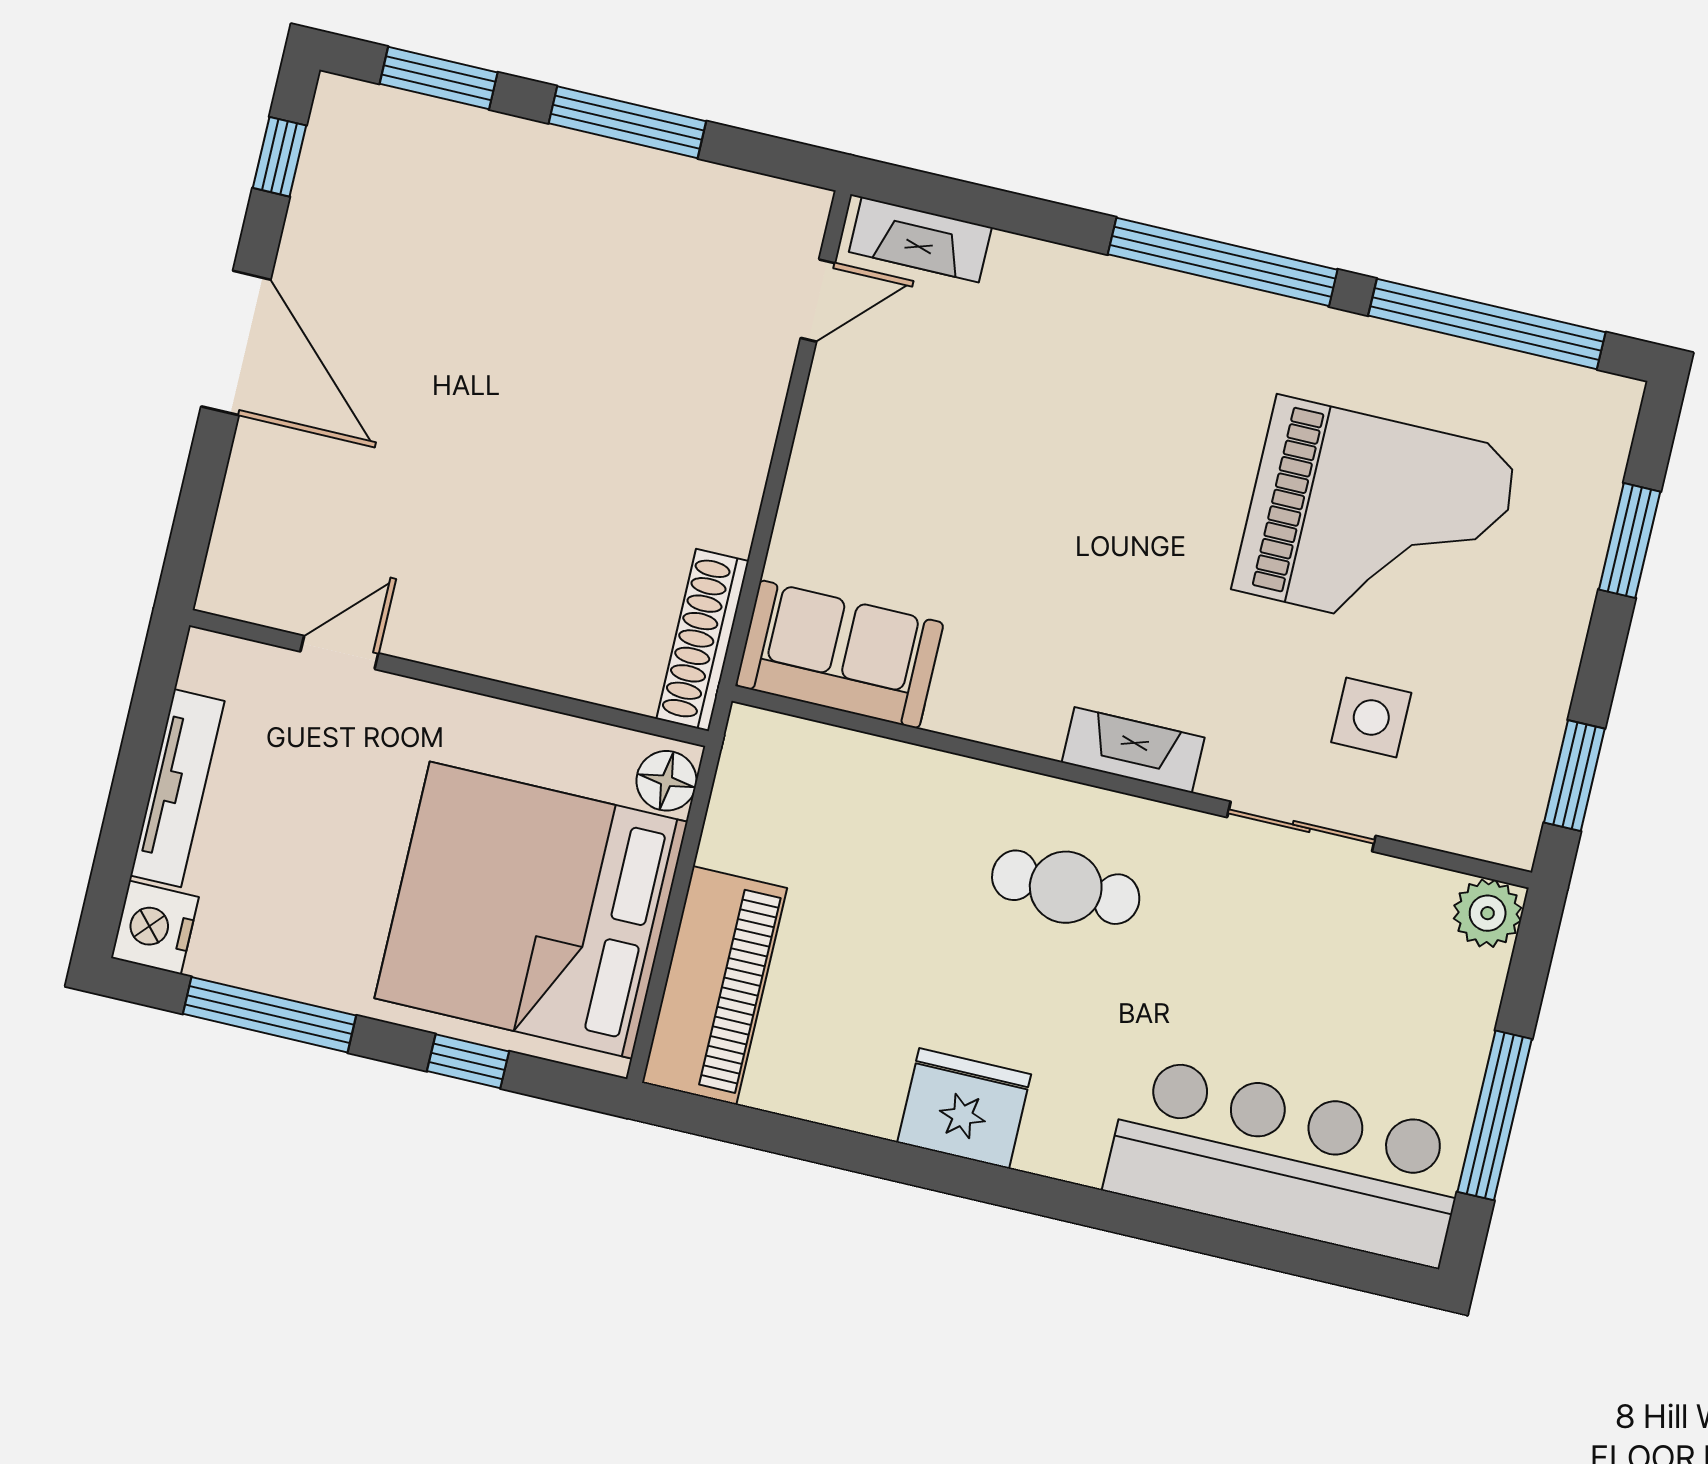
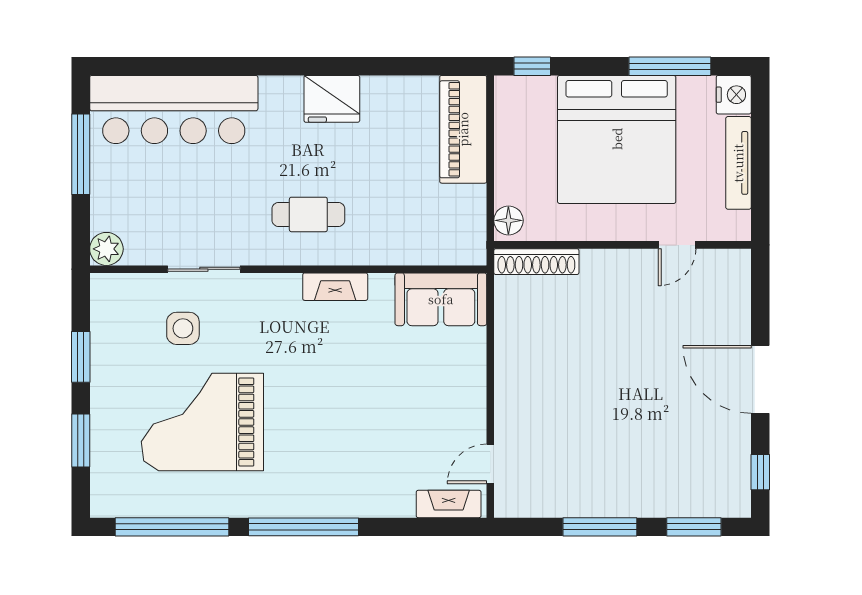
shoe rack: (703, 640) -> (536, 262), moved, turned 90
fireplace: (1133, 750) -> (335, 287), moved
window: (1574, 776) -> (81, 357), moved
bed: (531, 910) -> (617, 139), moved, turned 90
window: (468, 1061) -> (532, 66), moved

